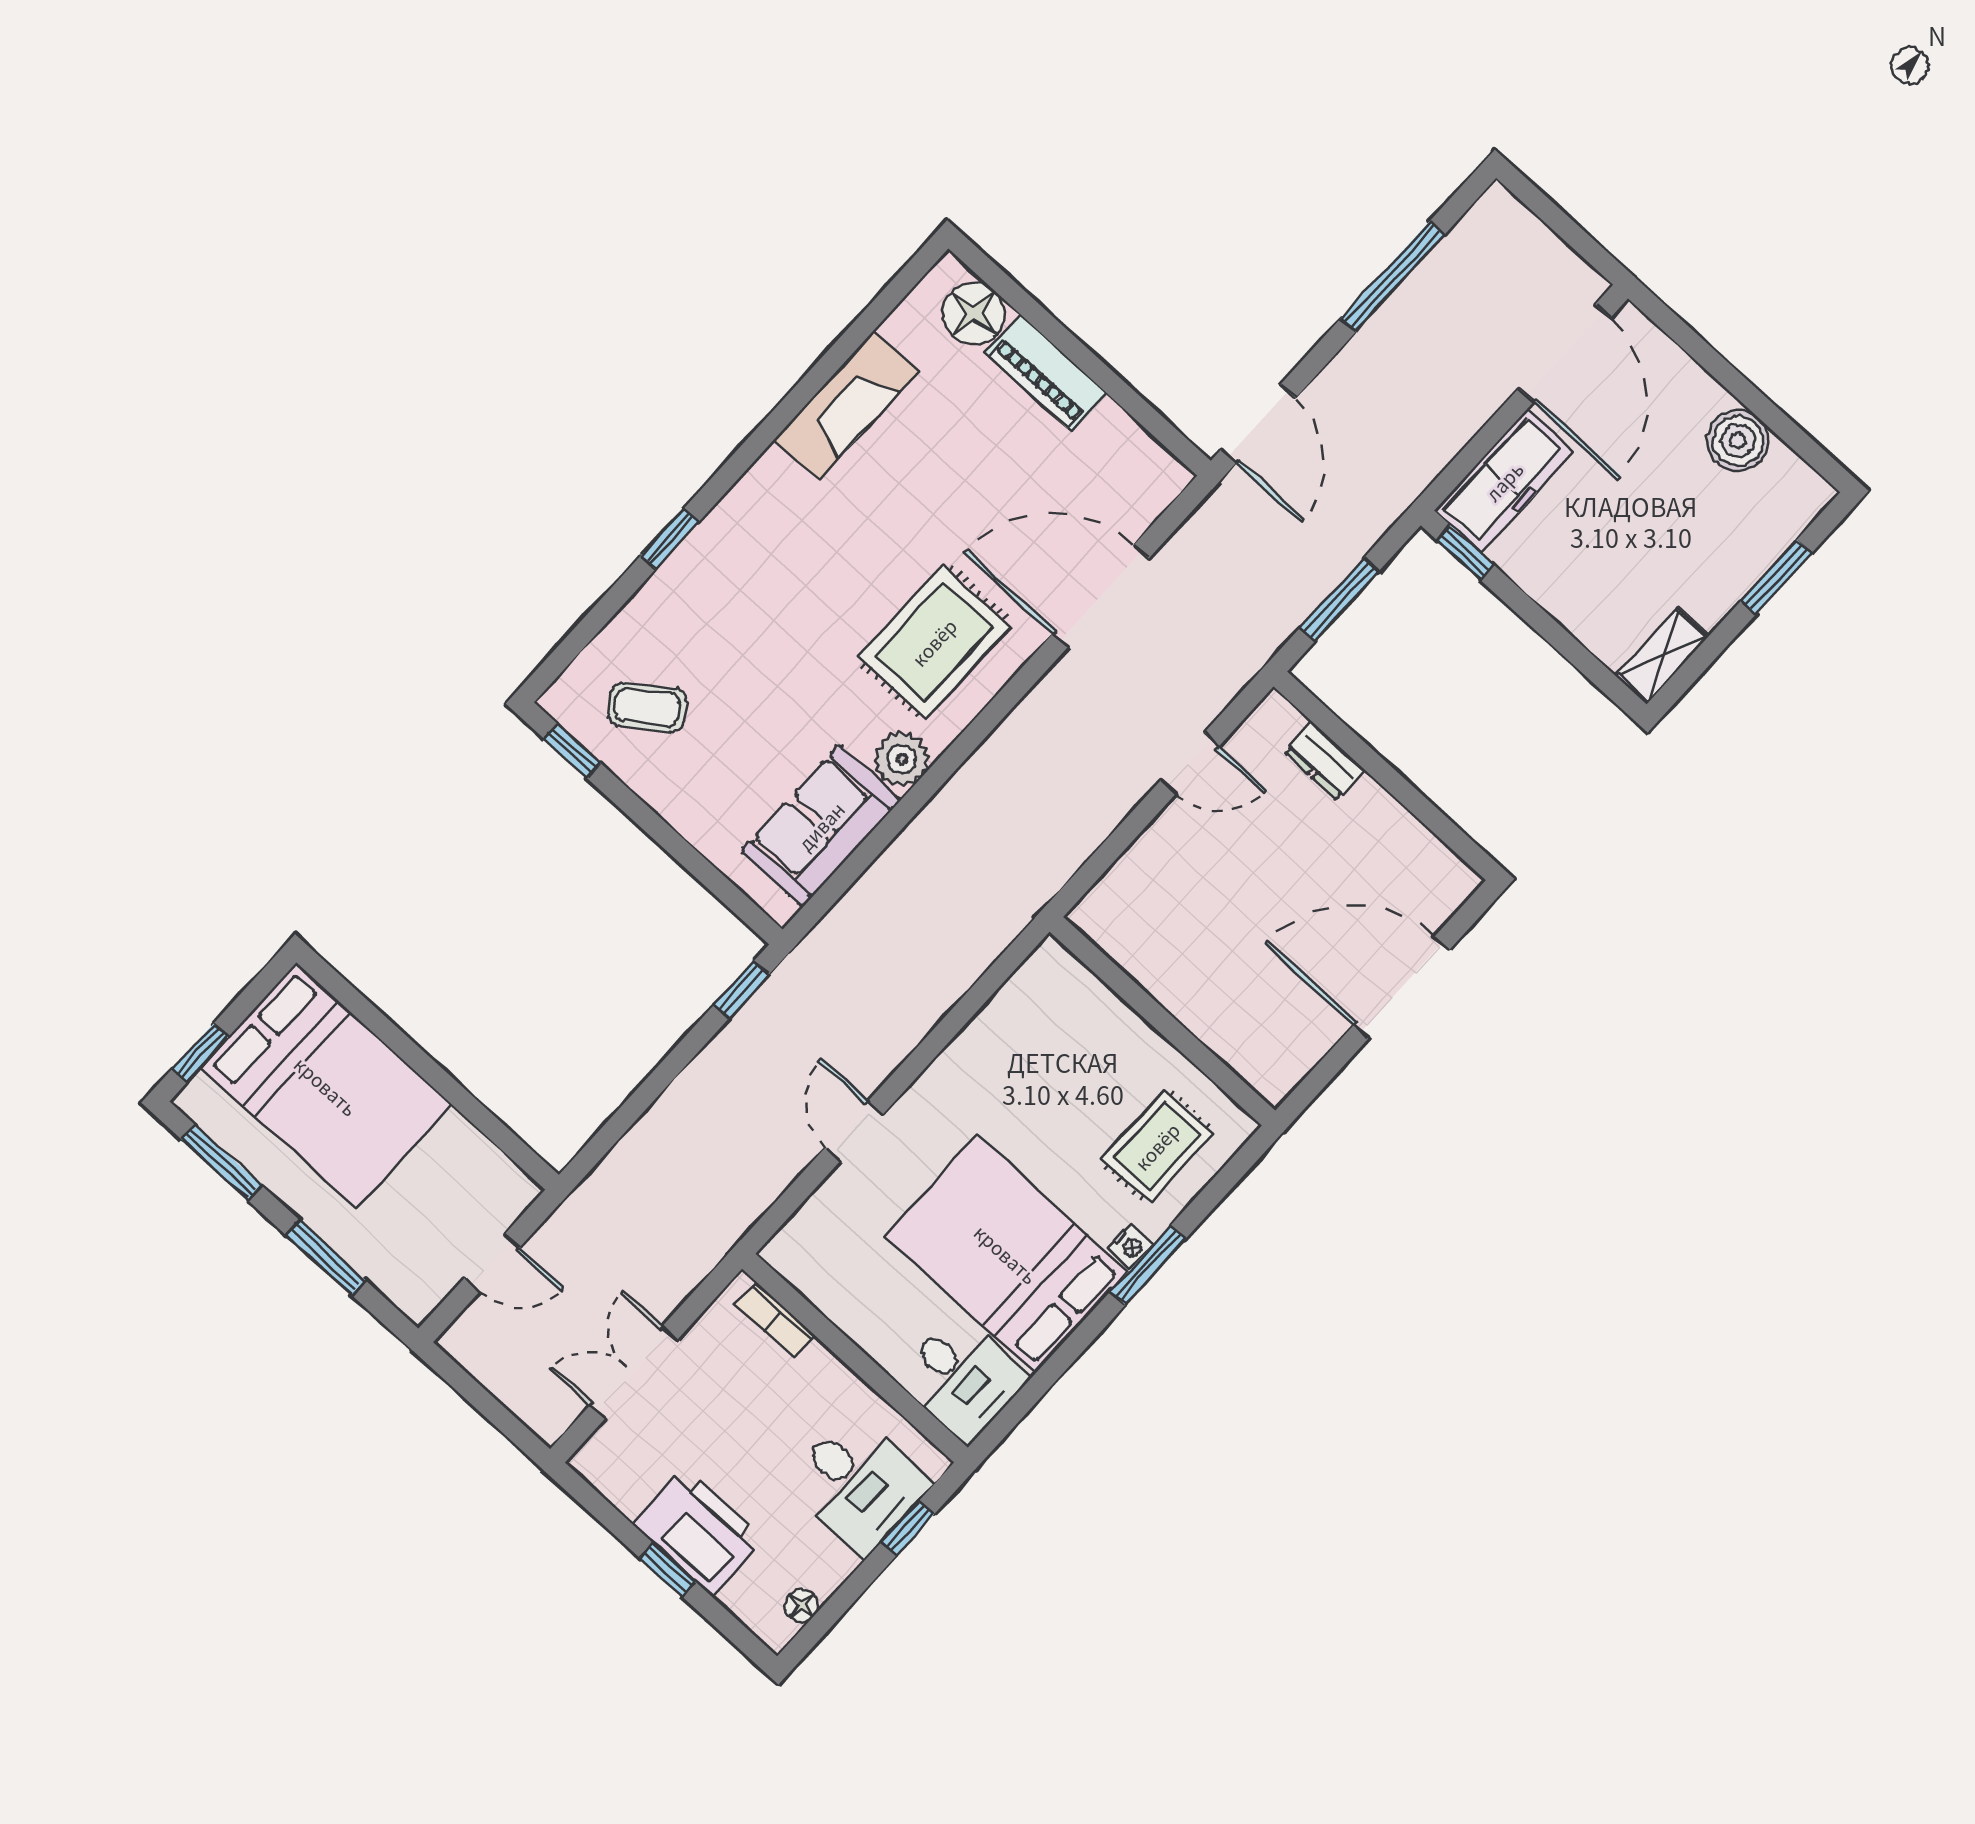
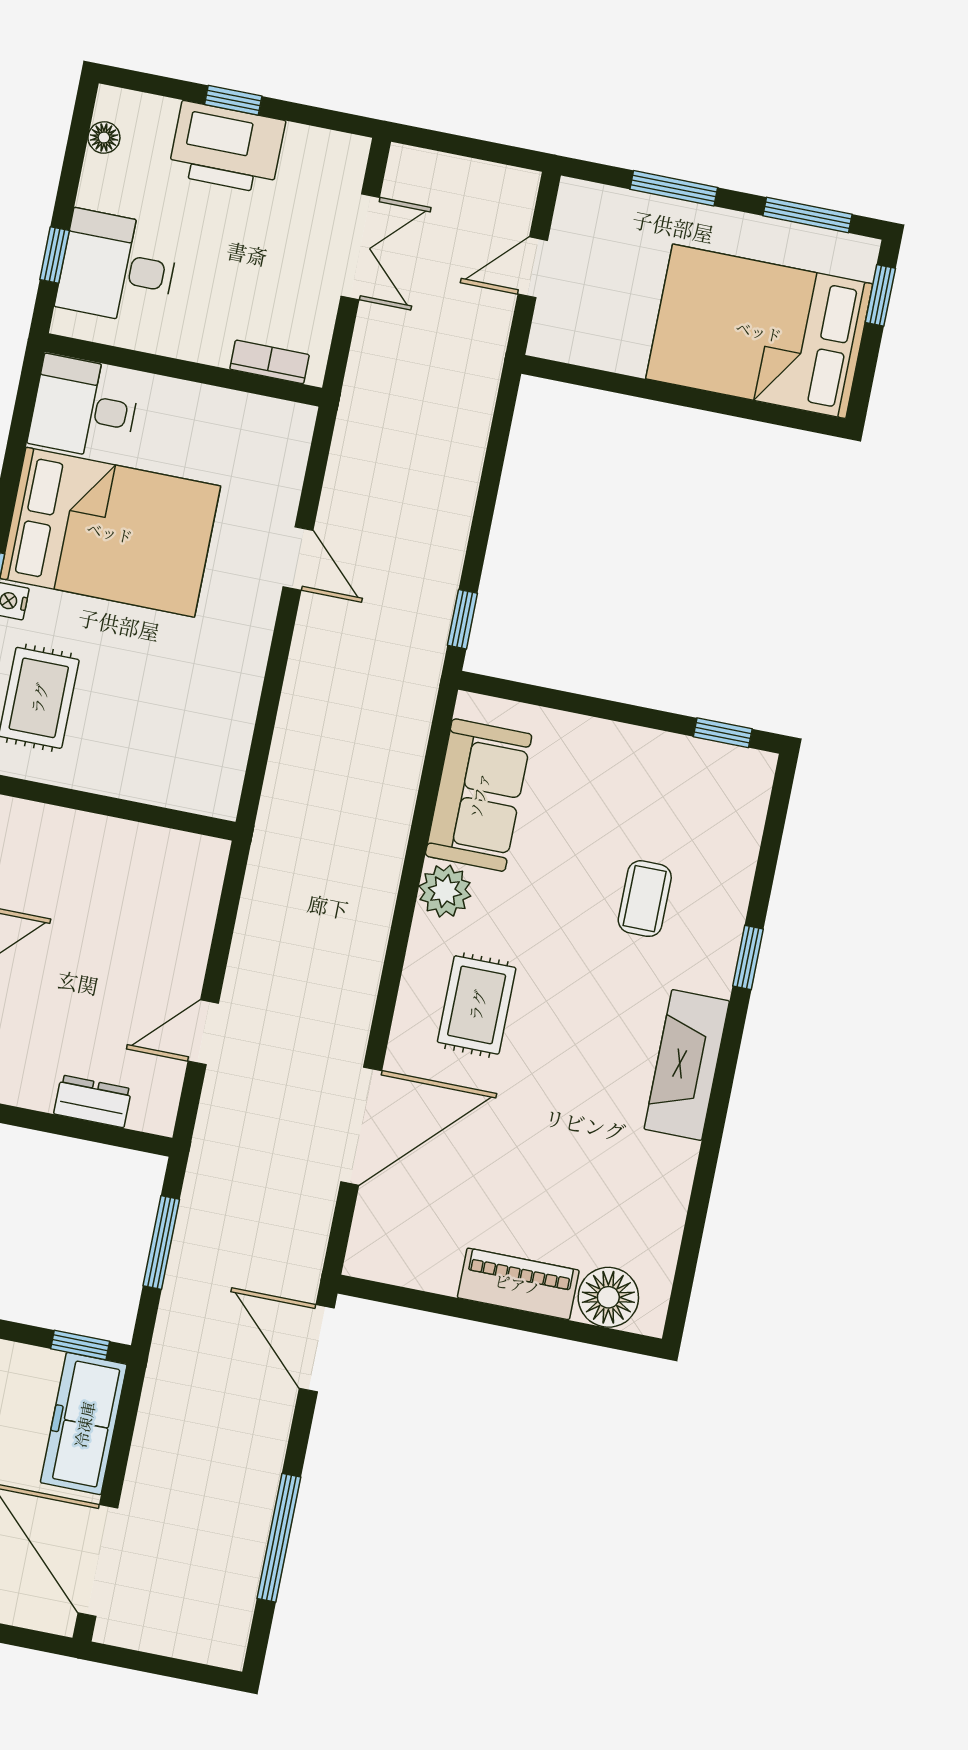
fireplace: (846, 405) -> (687, 1065), moved
rug: (934, 642) -> (477, 1005), width x0.73, depth x0.70
coffee table: (647, 707) -> (645, 899), moved, turned -54

